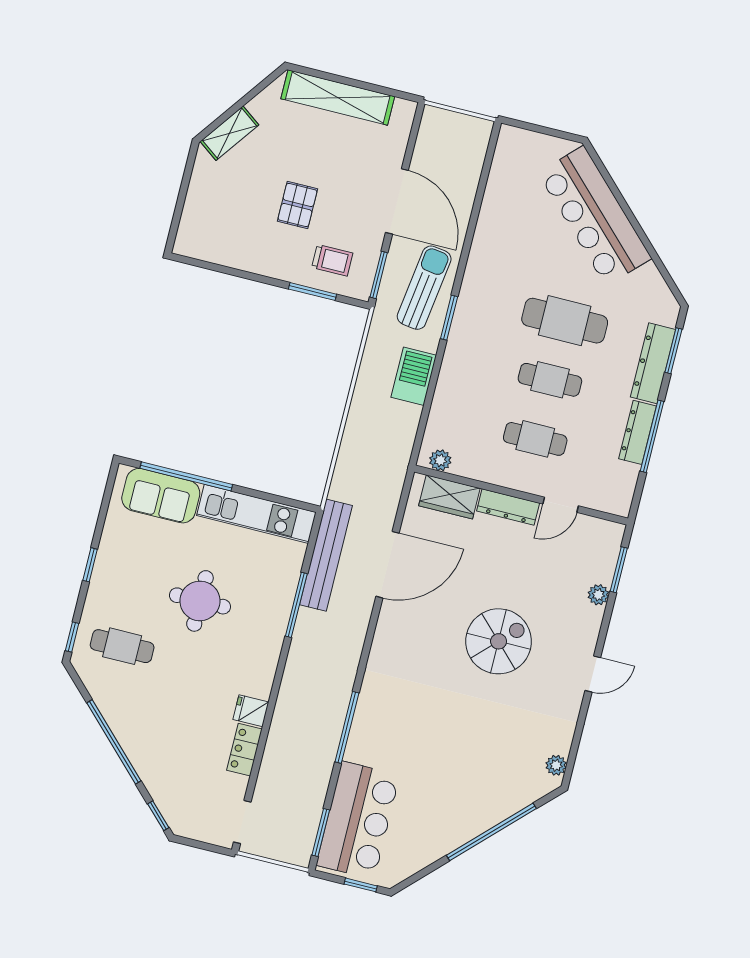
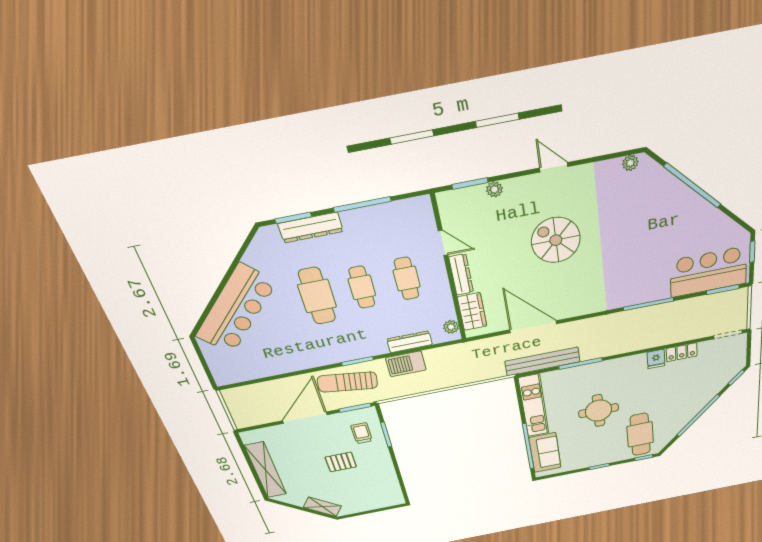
dresser: (638, 432) -> (410, 342), moved, turned 180
cafe table: (122, 646) -> (640, 434), width x1.37, depth x1.35

